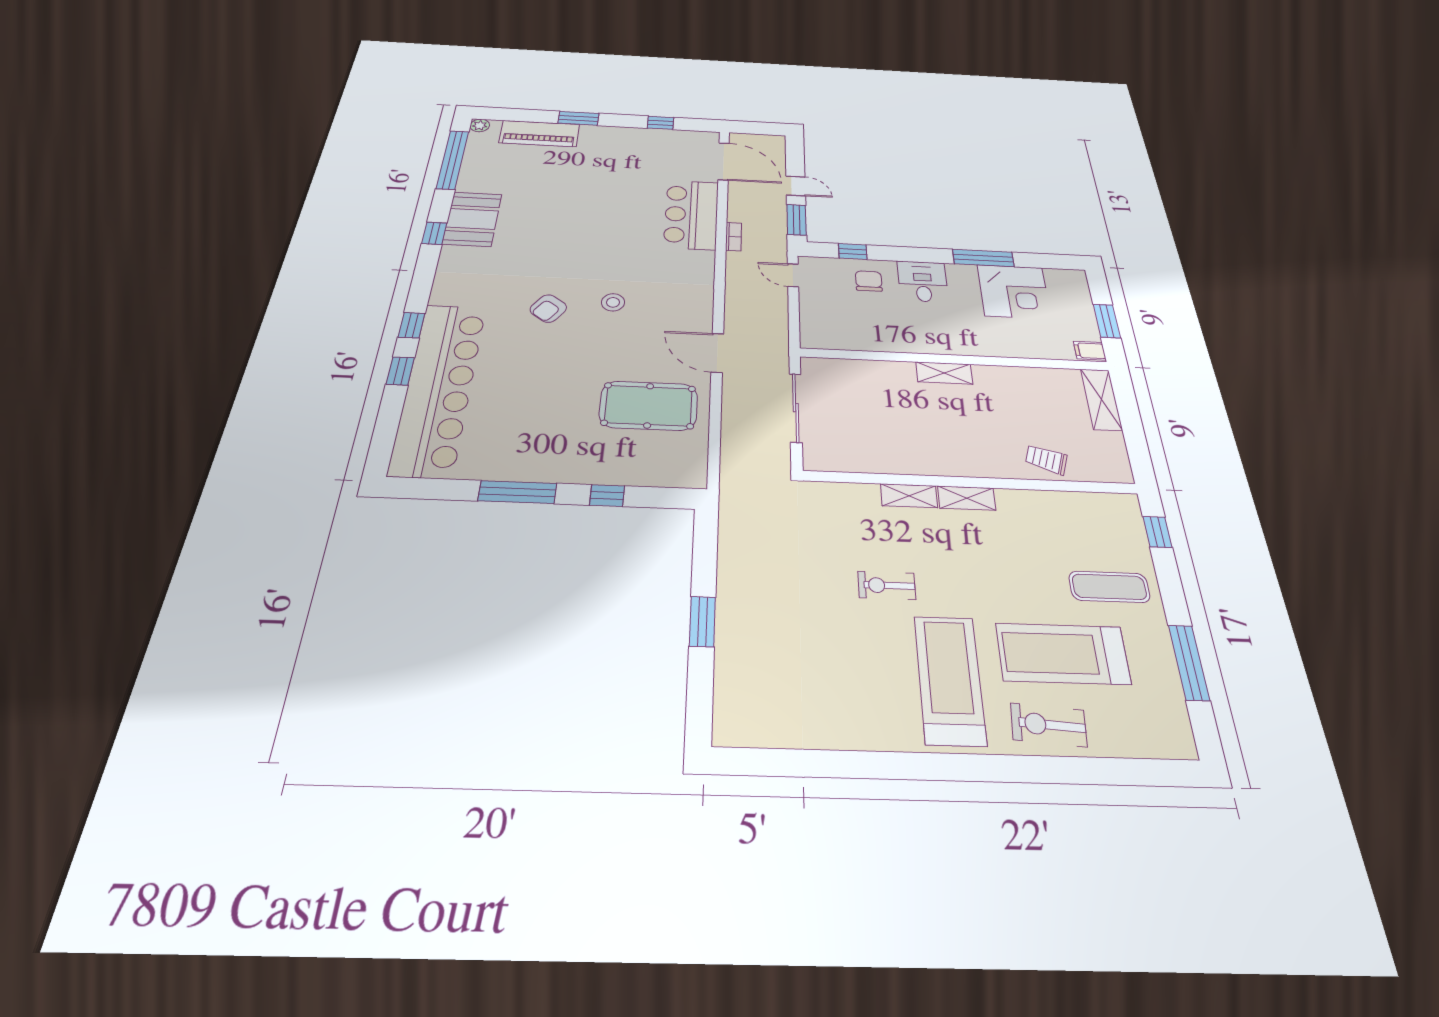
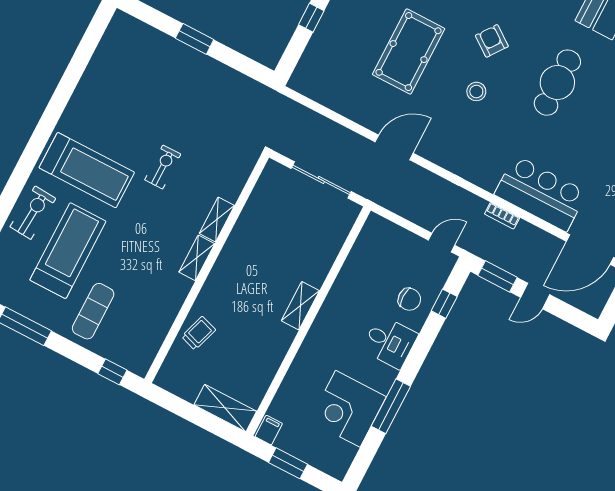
cafe table: (567, 239) -> (557, 83), added
pool table: (649, 406) -> (409, 52), moved

